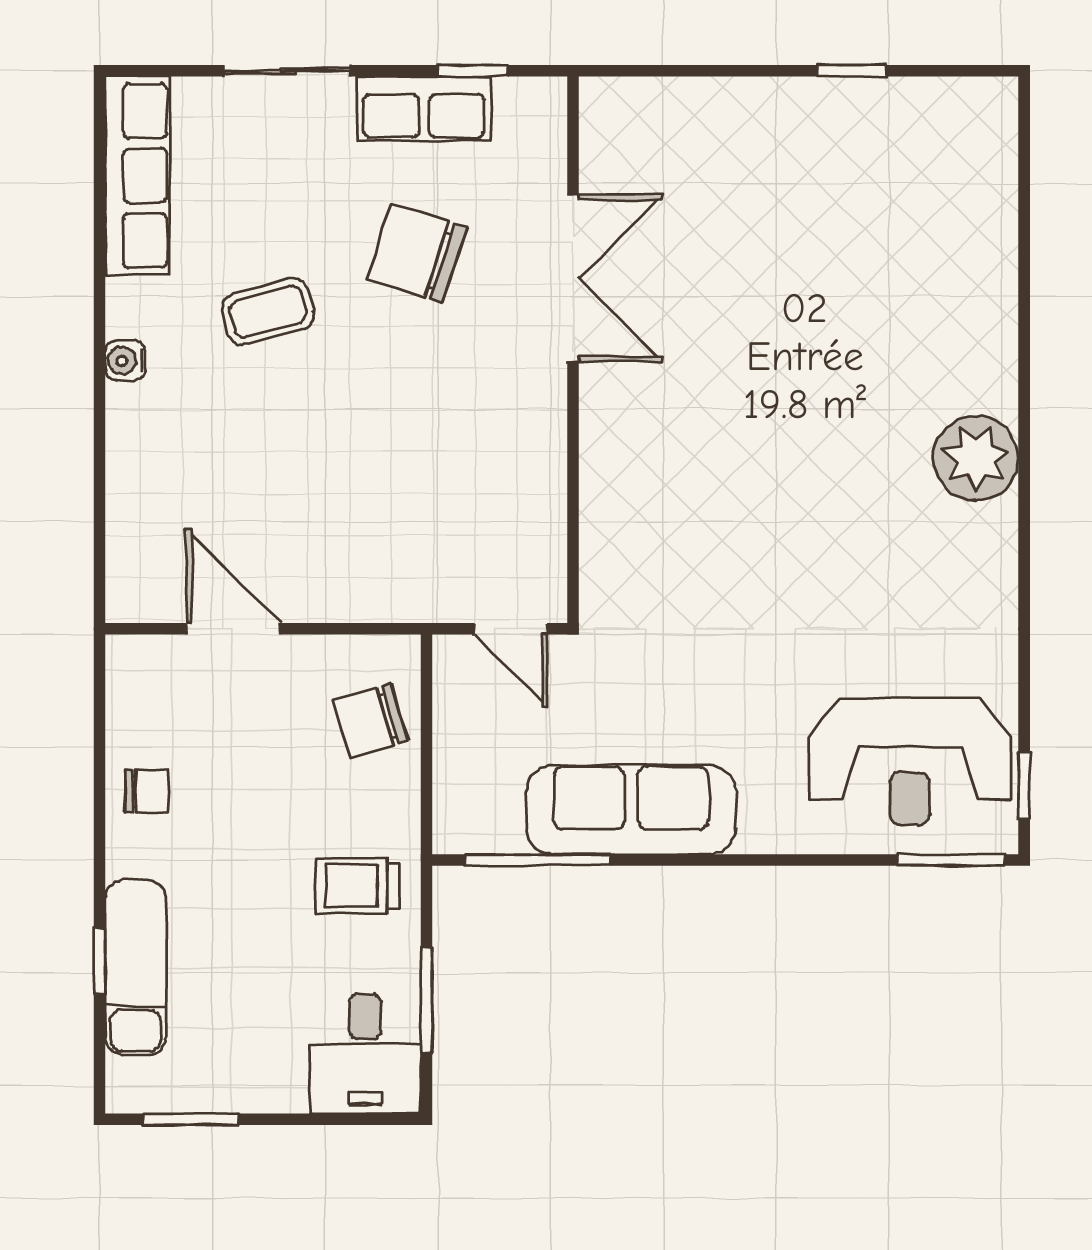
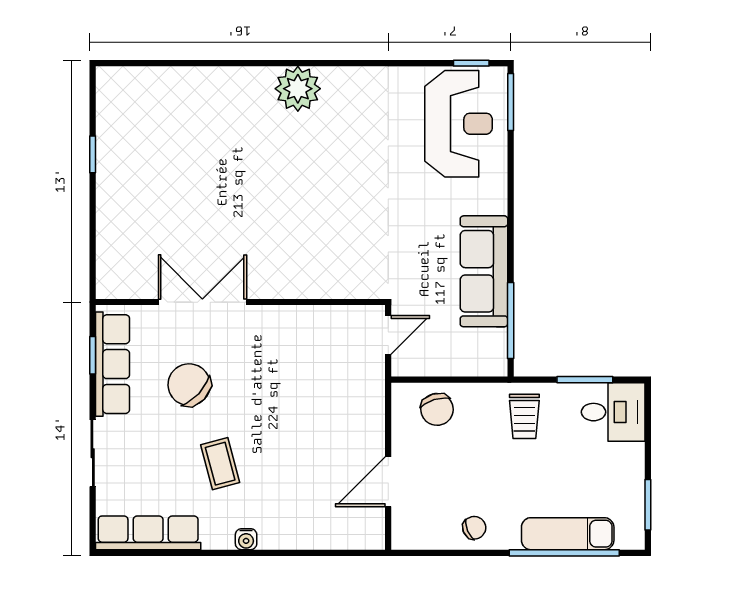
row of seats: (424, 108) -> (112, 364), width x1.48
chair: (417, 253) -> (189, 385), turned 115
chair: (147, 791) -> (474, 528), turned 67
window: (100, 961) -> (564, 553), width x3.17

